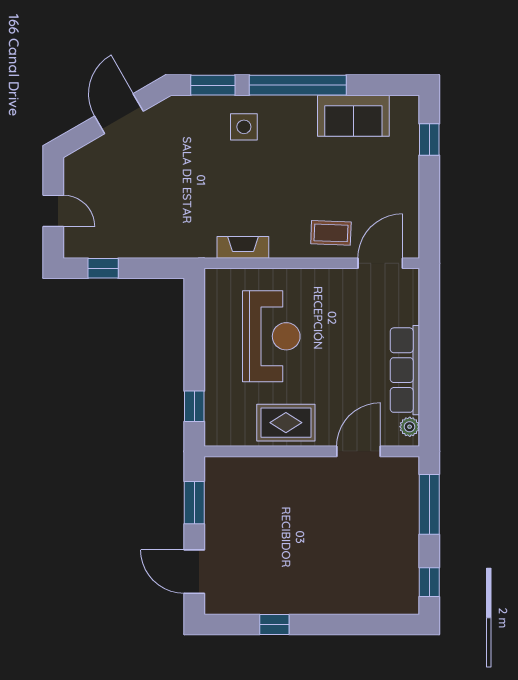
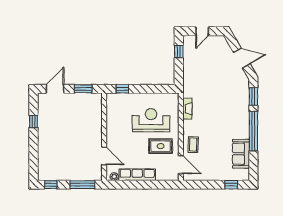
side table: (244, 127) -> (236, 109), removed
reception desk: (271, 336) -> (151, 120), turned 180
rug: (286, 423) -> (161, 146), moved, turned 90

